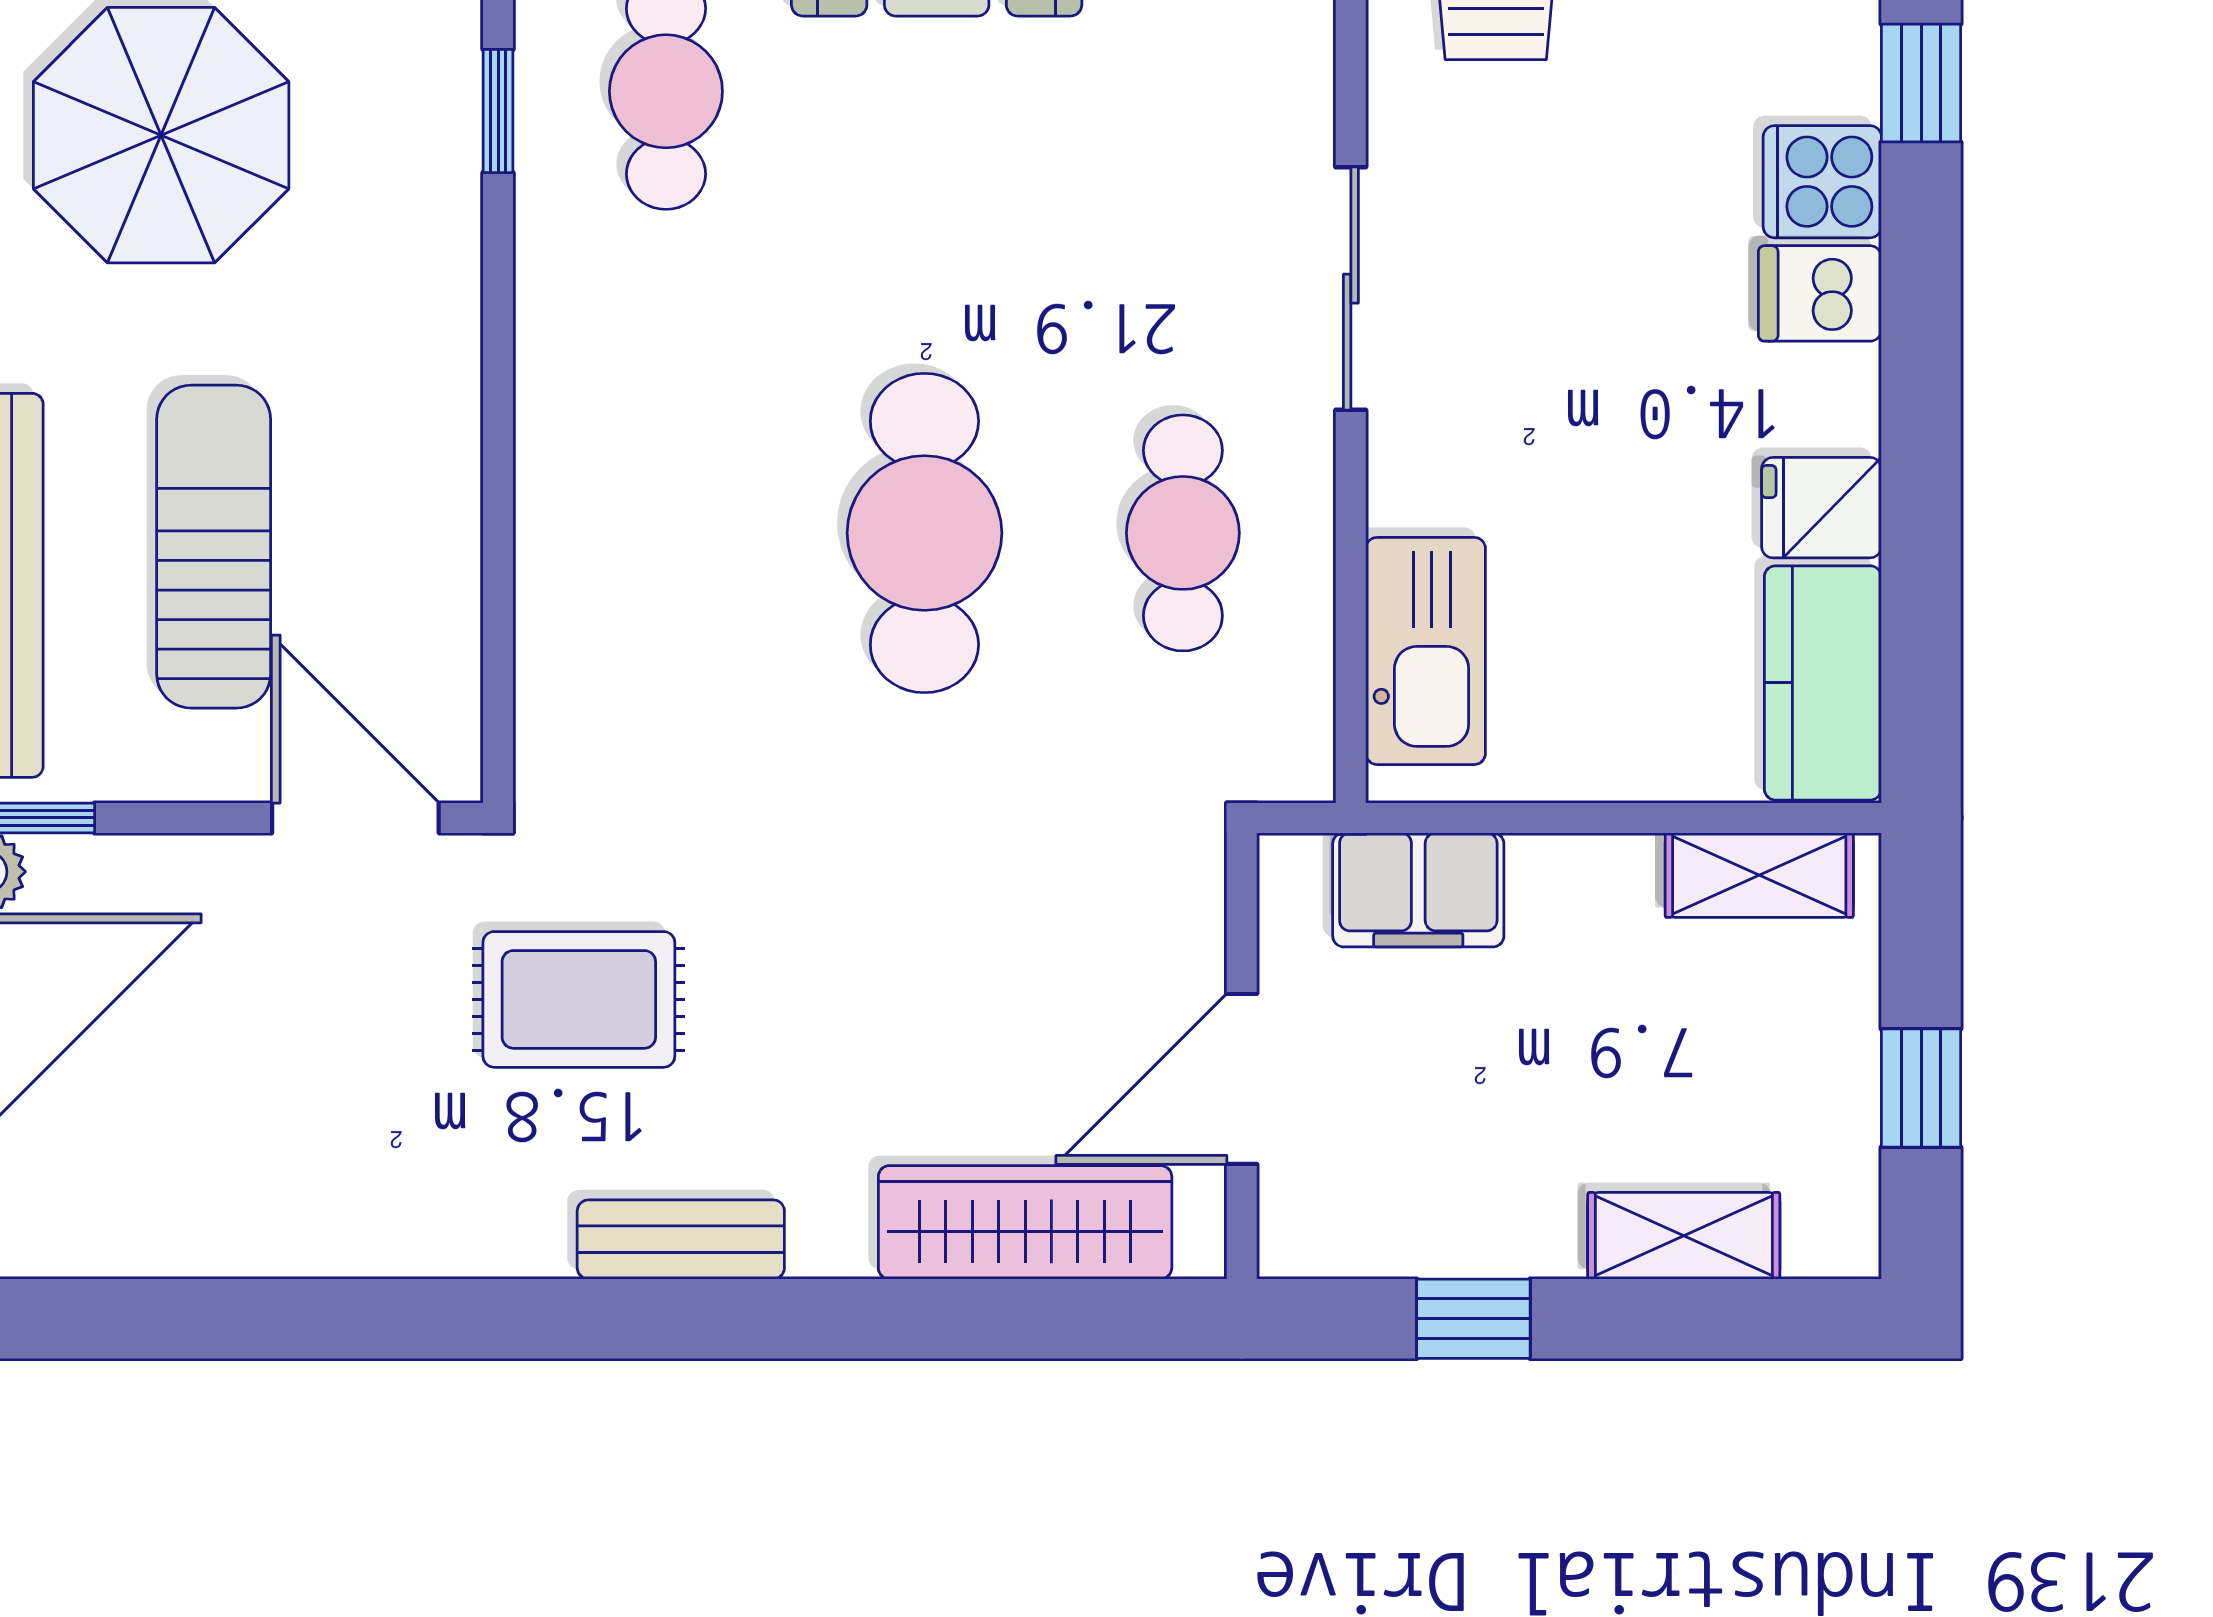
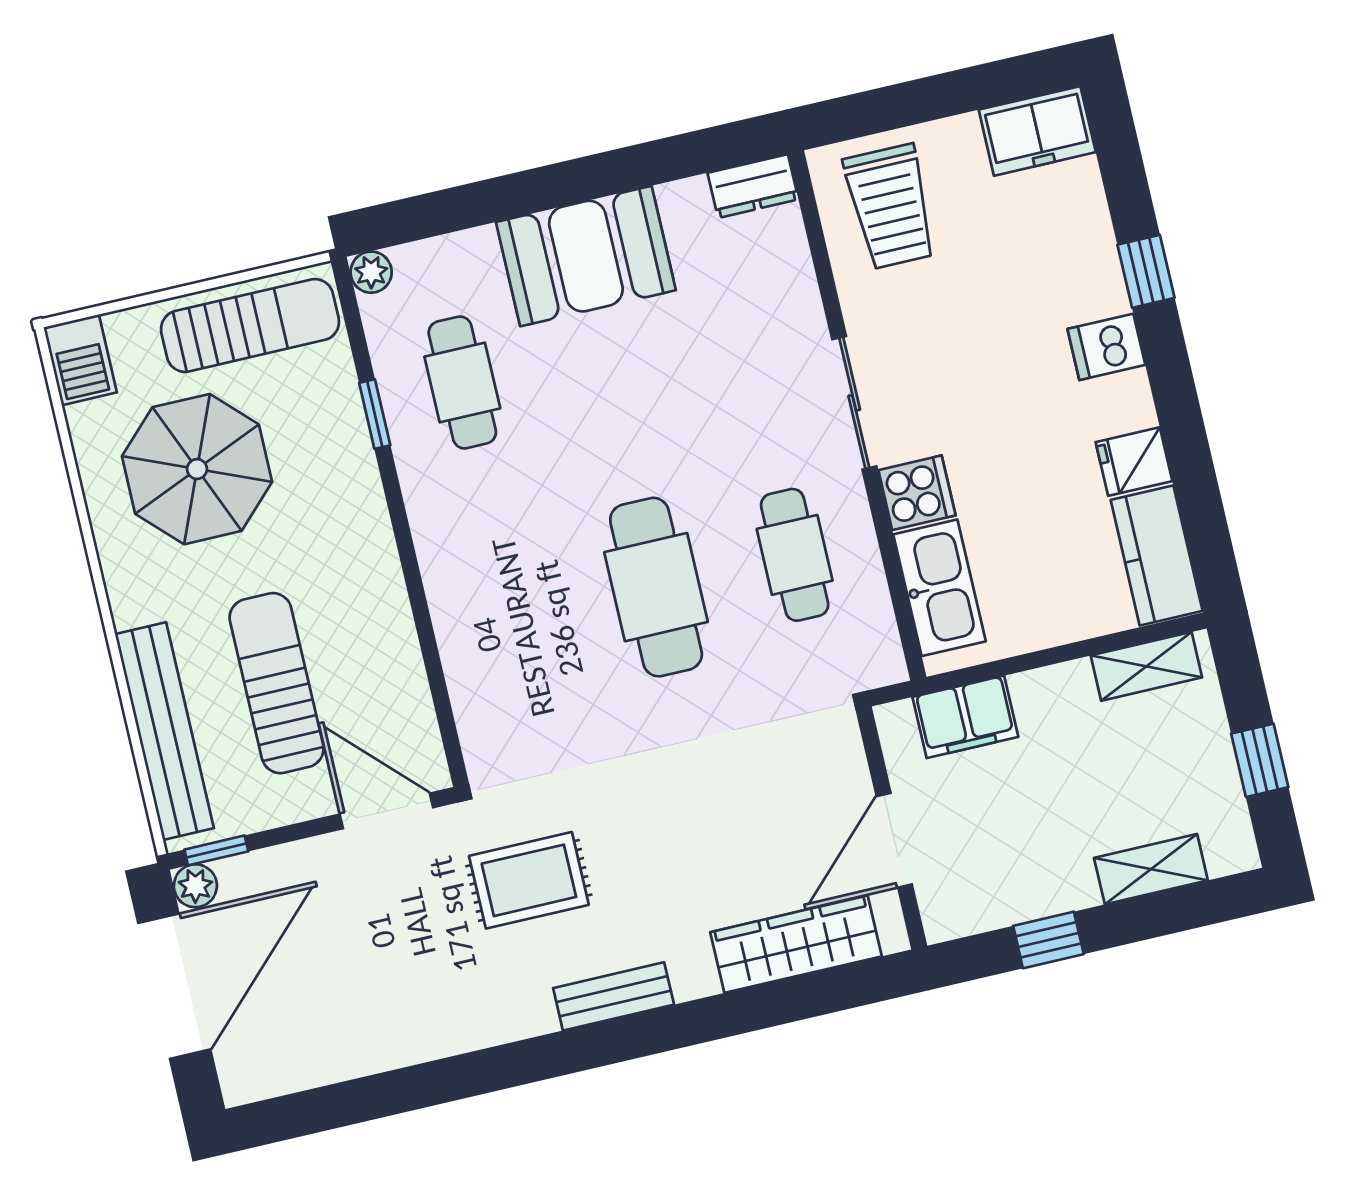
window: (1921, 83) -> (1146, 271), moved
cooker: (1822, 182) -> (917, 493), moved, turned 180

